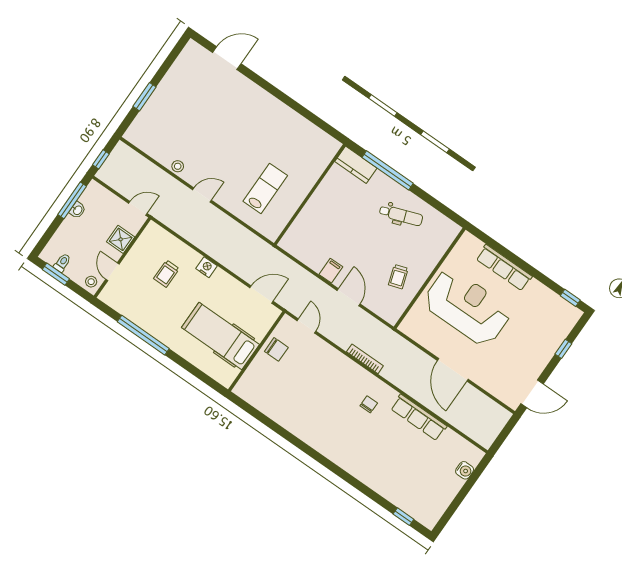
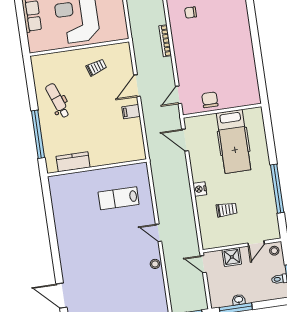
kitchen counter: (356, 165) -> (73, 162), moved, turned -90

